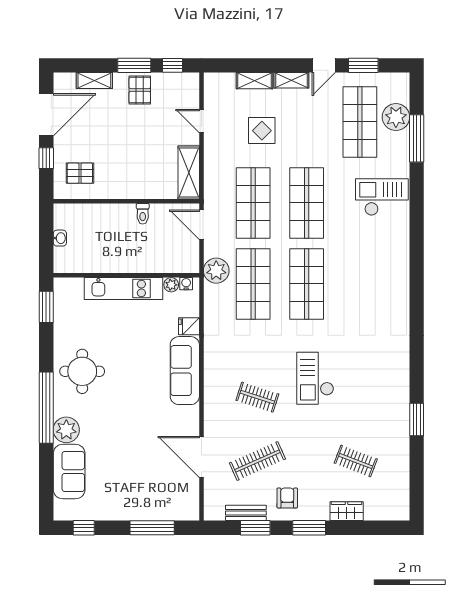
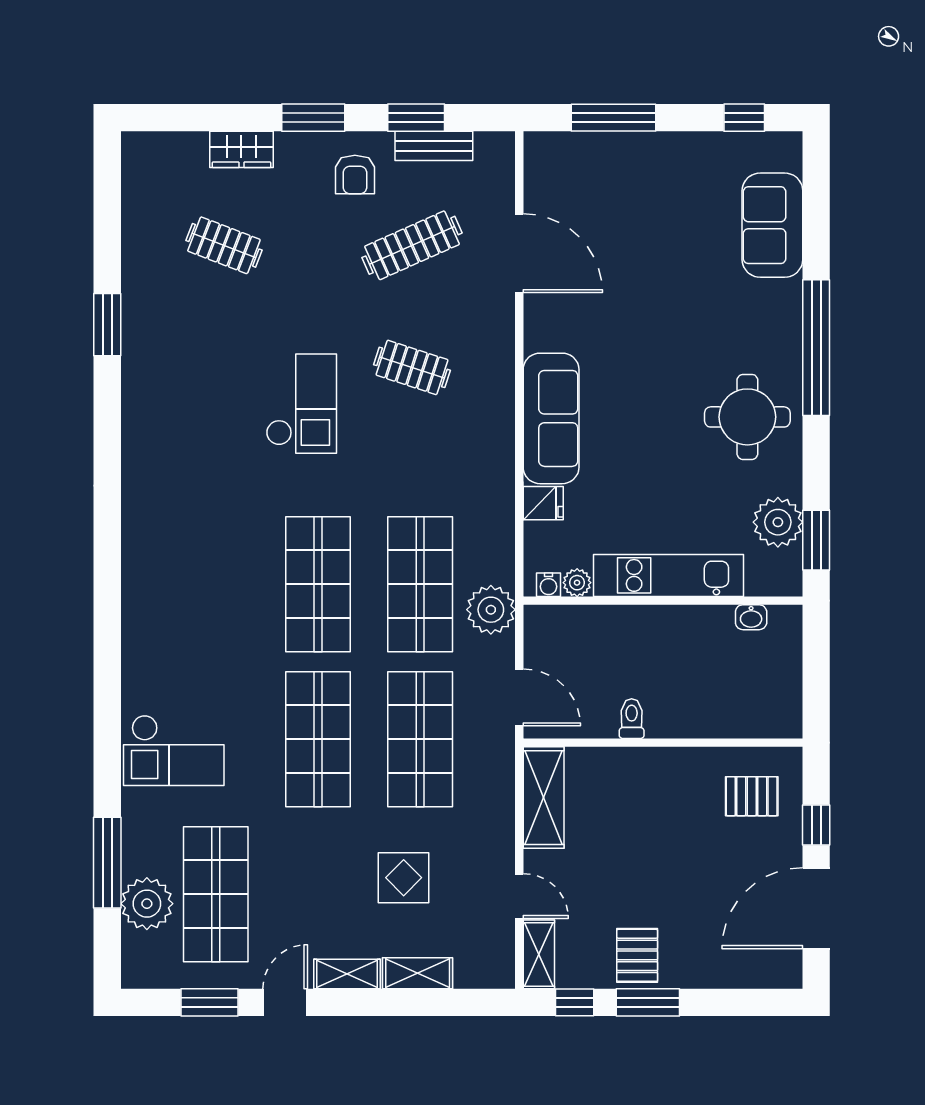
shelving: (94, 81) -> (539, 954), moved, turned 90
washbasin: (60, 238) -> (751, 617), moved, turned -90
plant: (66, 430) -> (778, 522), moved

